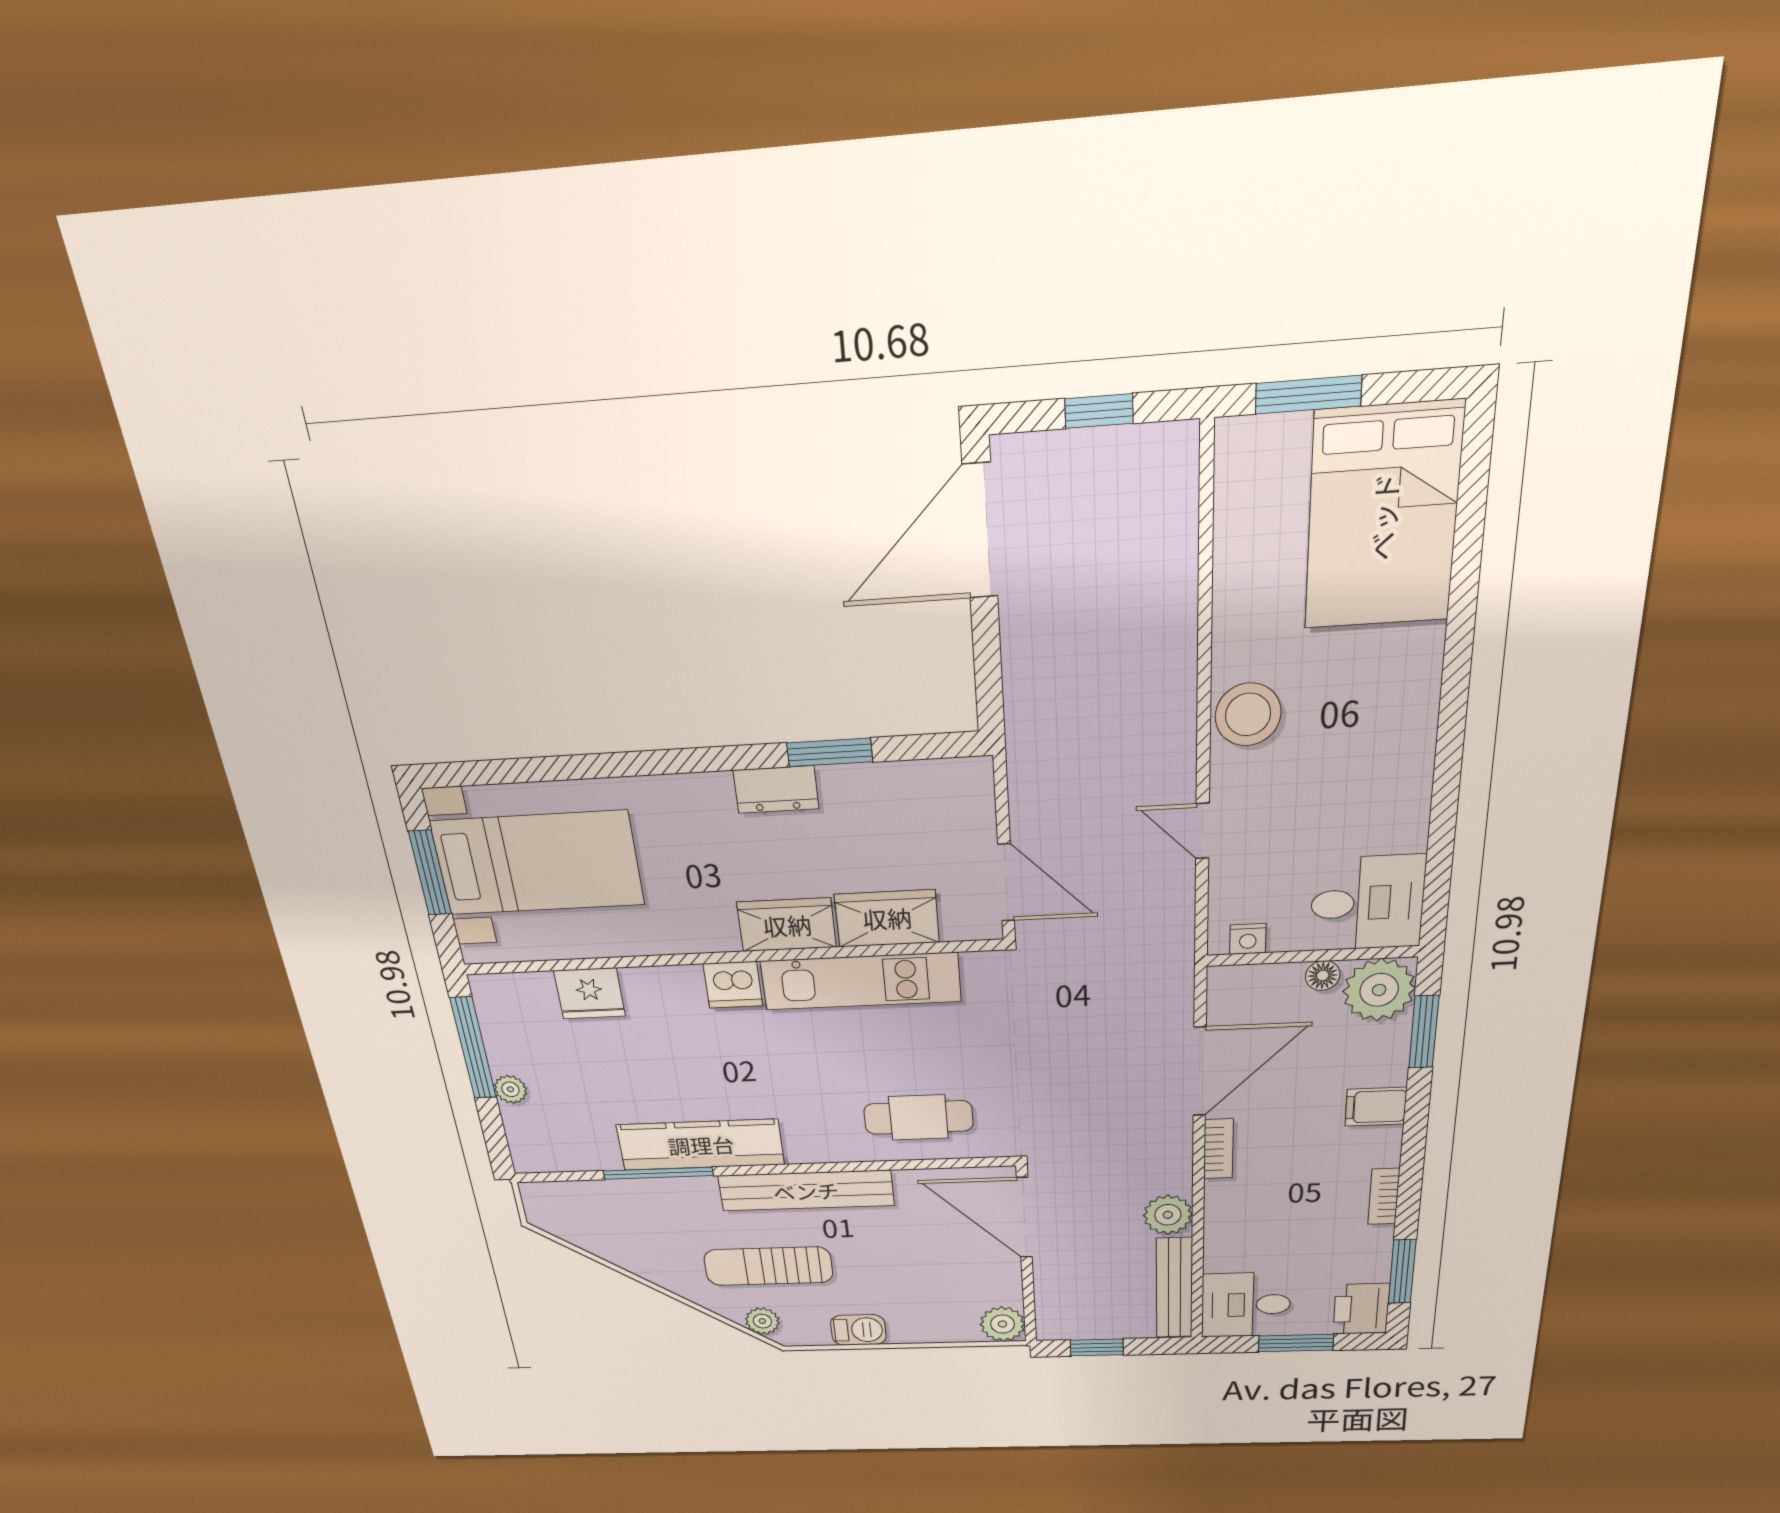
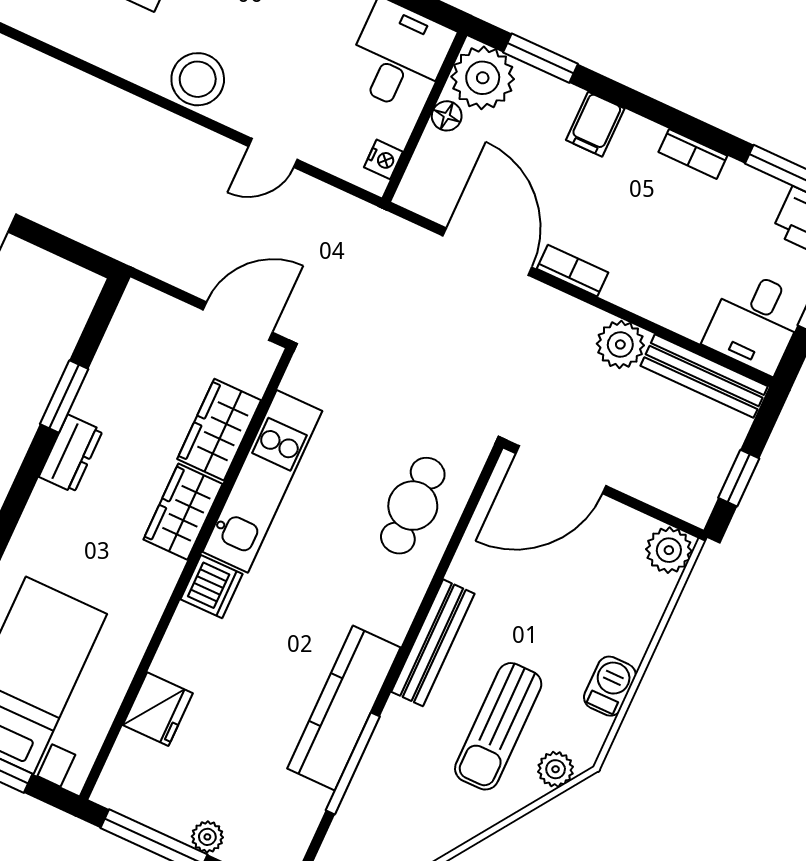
bench: (806, 1191) -> (433, 643), width x0.73, depth x0.82

